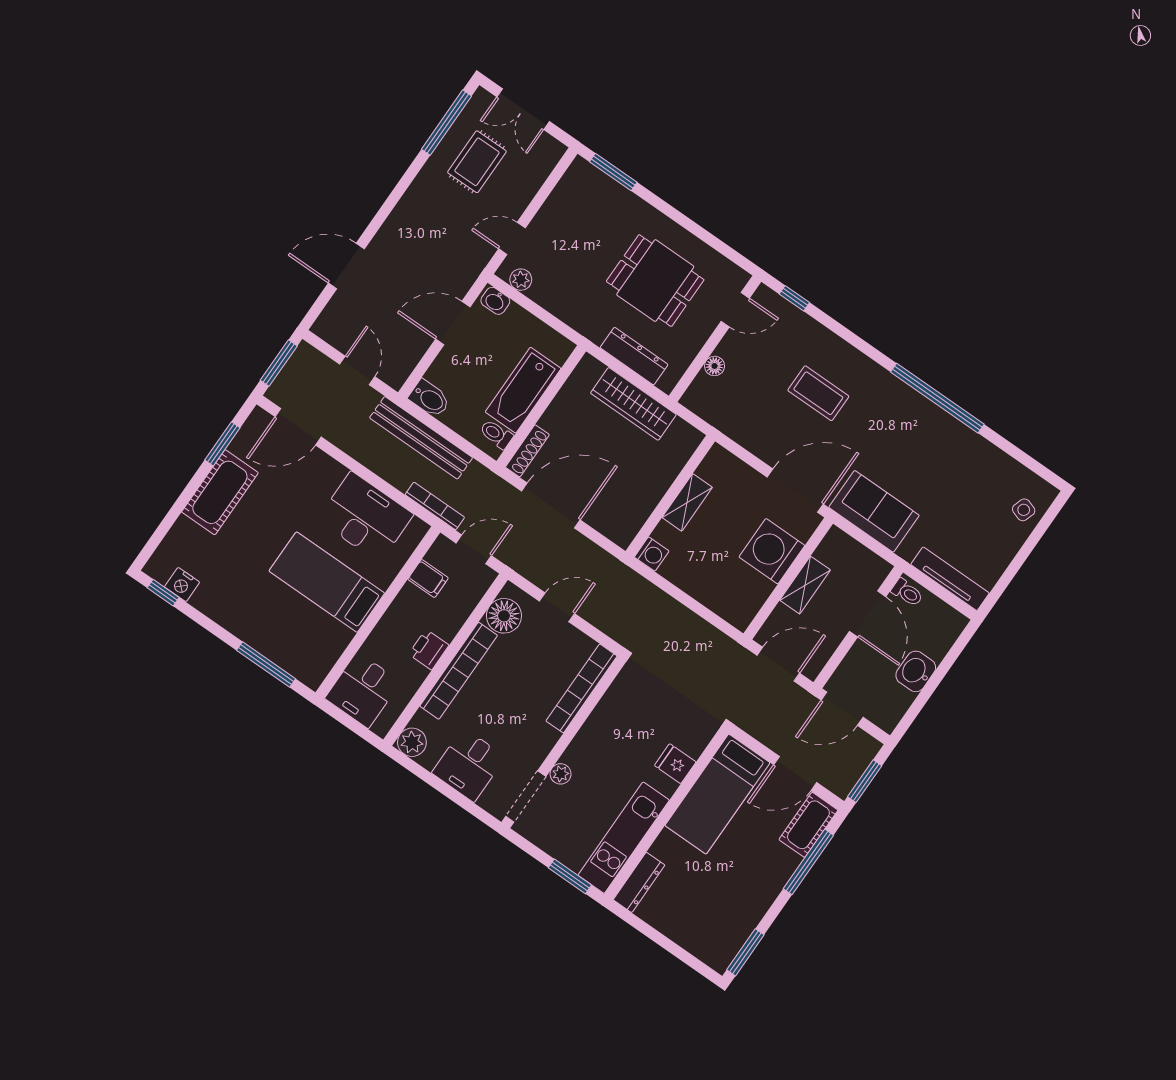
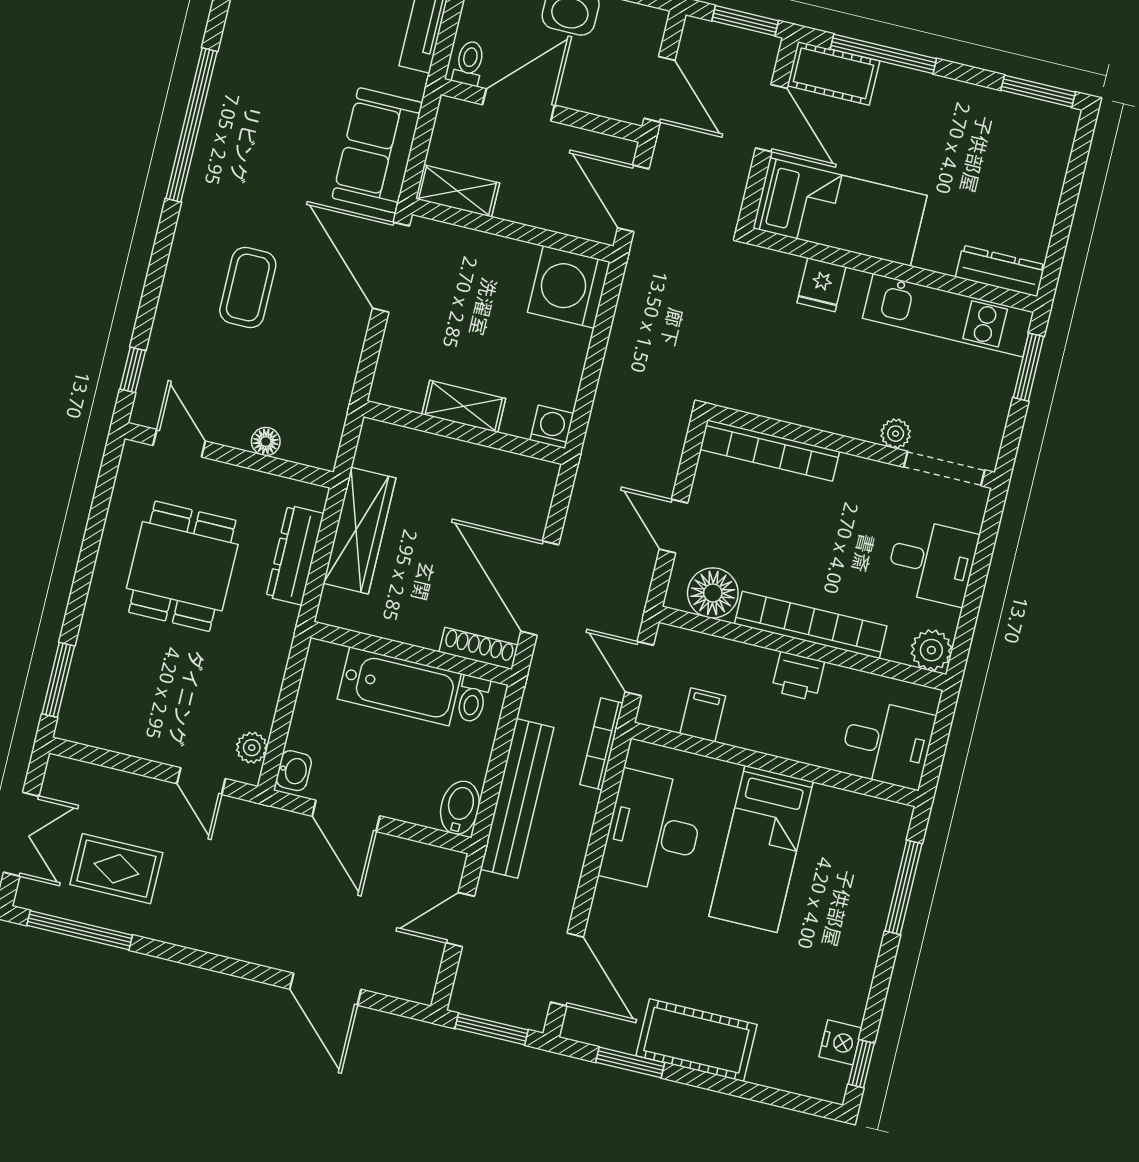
washing machine: (772, 551) -> (569, 287), moved, turned 90
shelving: (805, 585) -> (458, 191), moved

